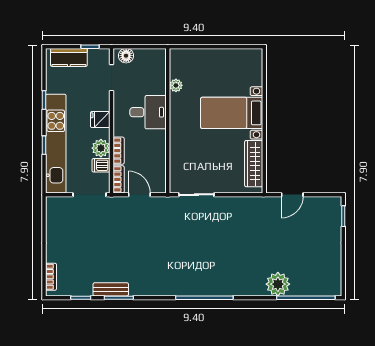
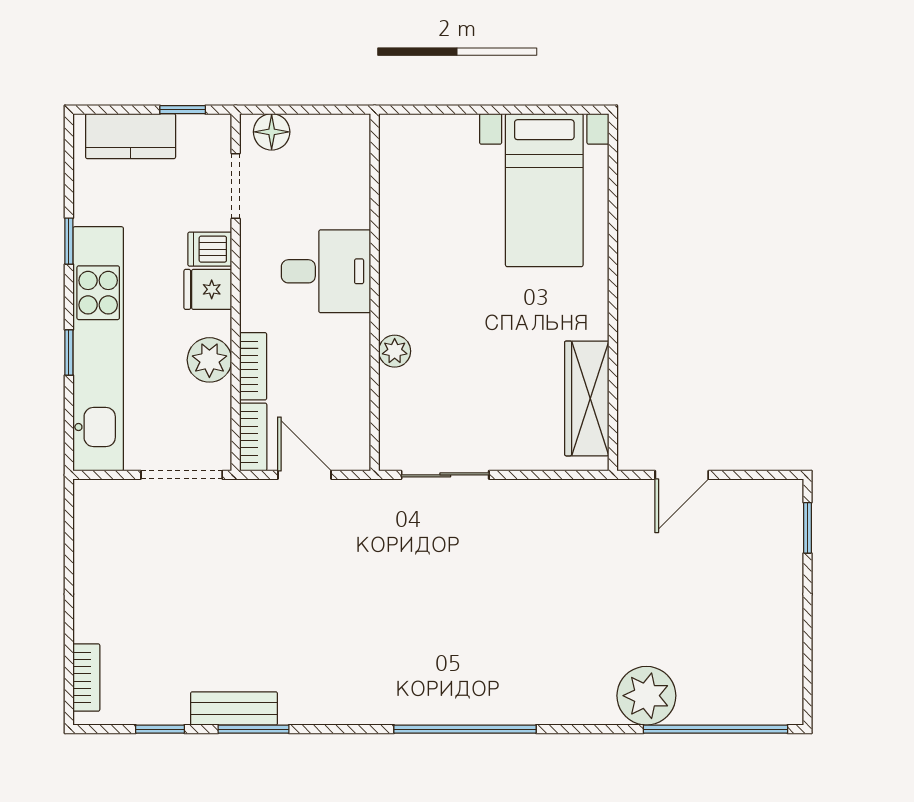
plant: (176, 85) -> (395, 351), moved
bed with nightstands: (232, 113) -> (544, 190), moved, turned -90
dishwasher: (101, 165) -> (210, 249), moved

